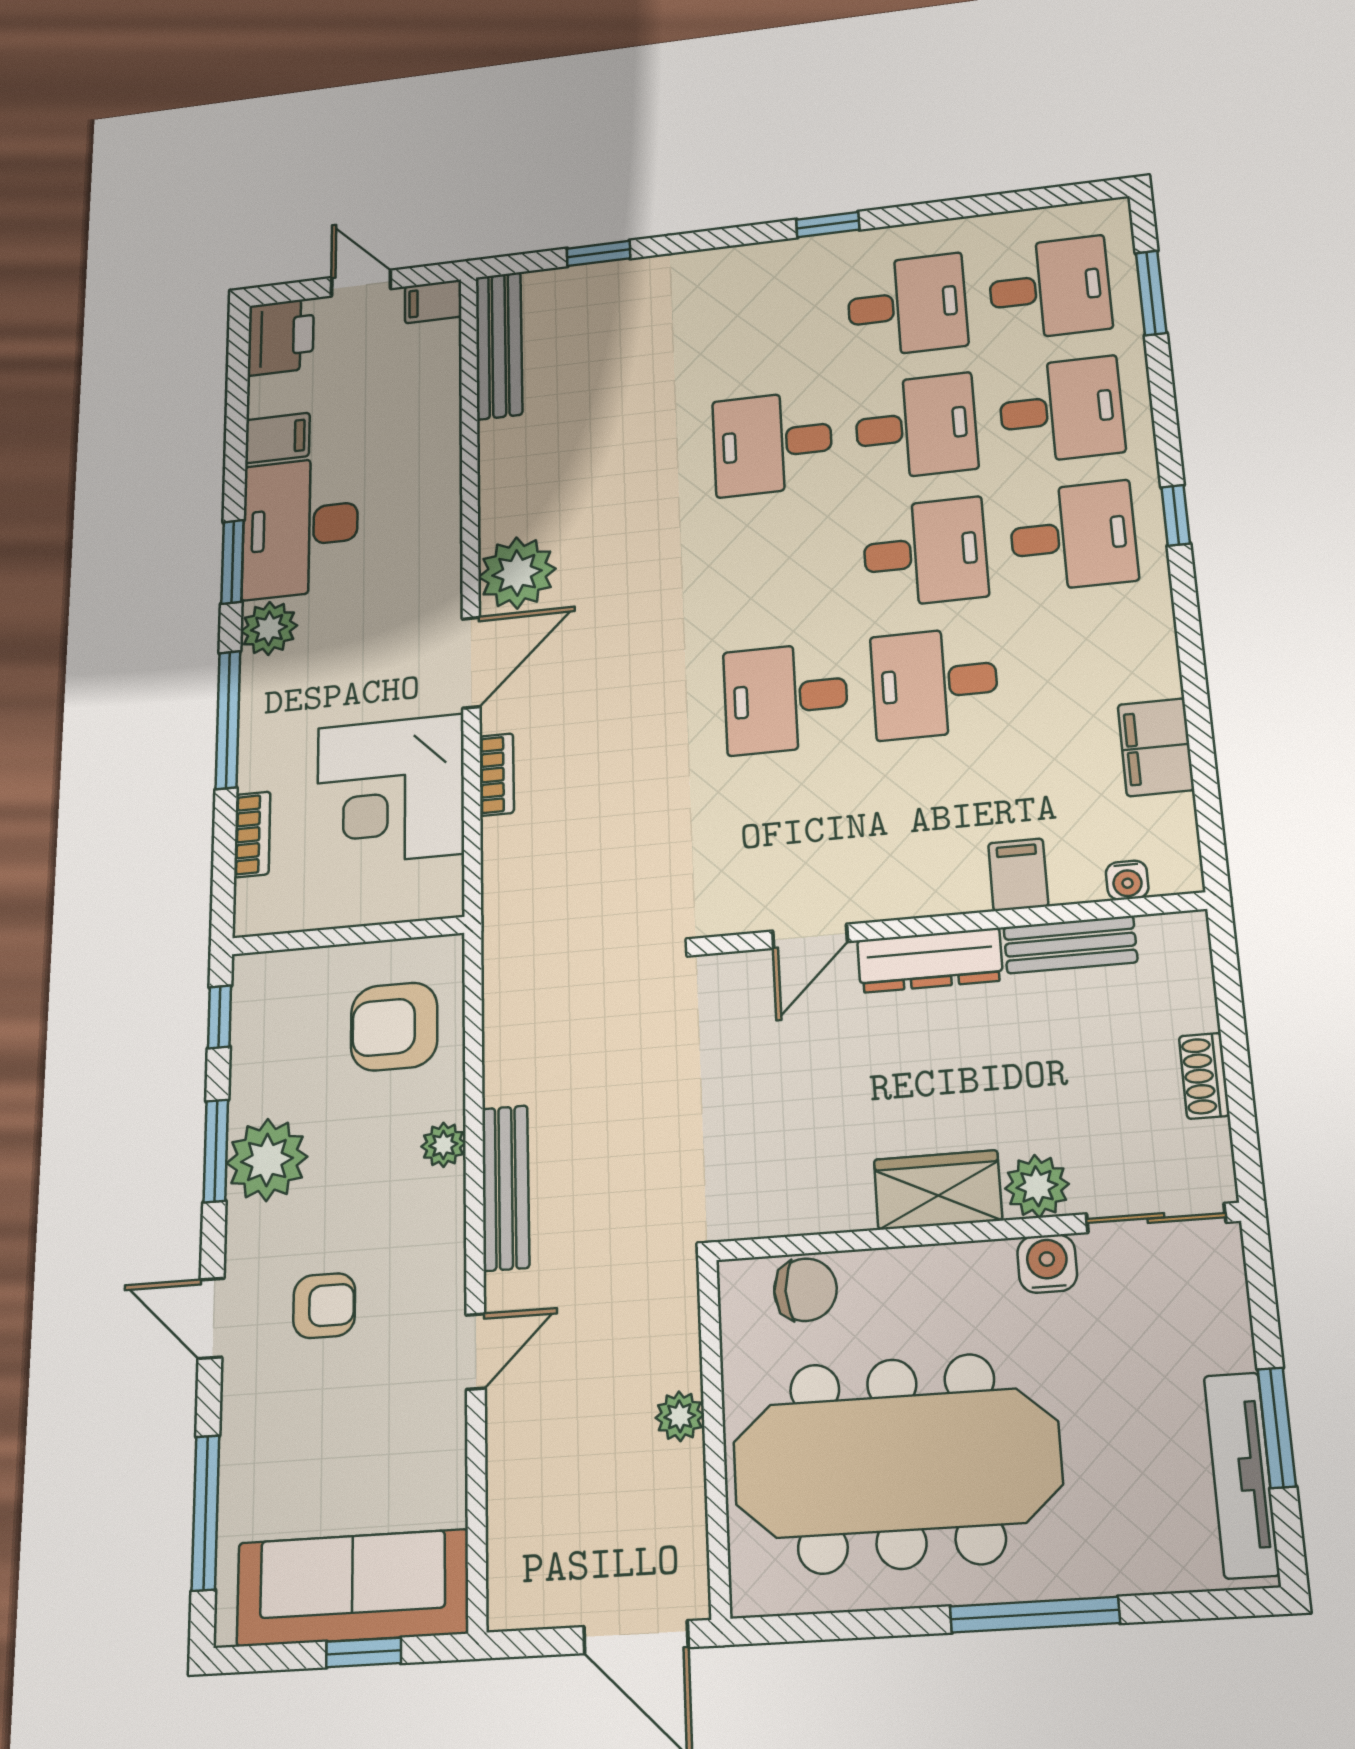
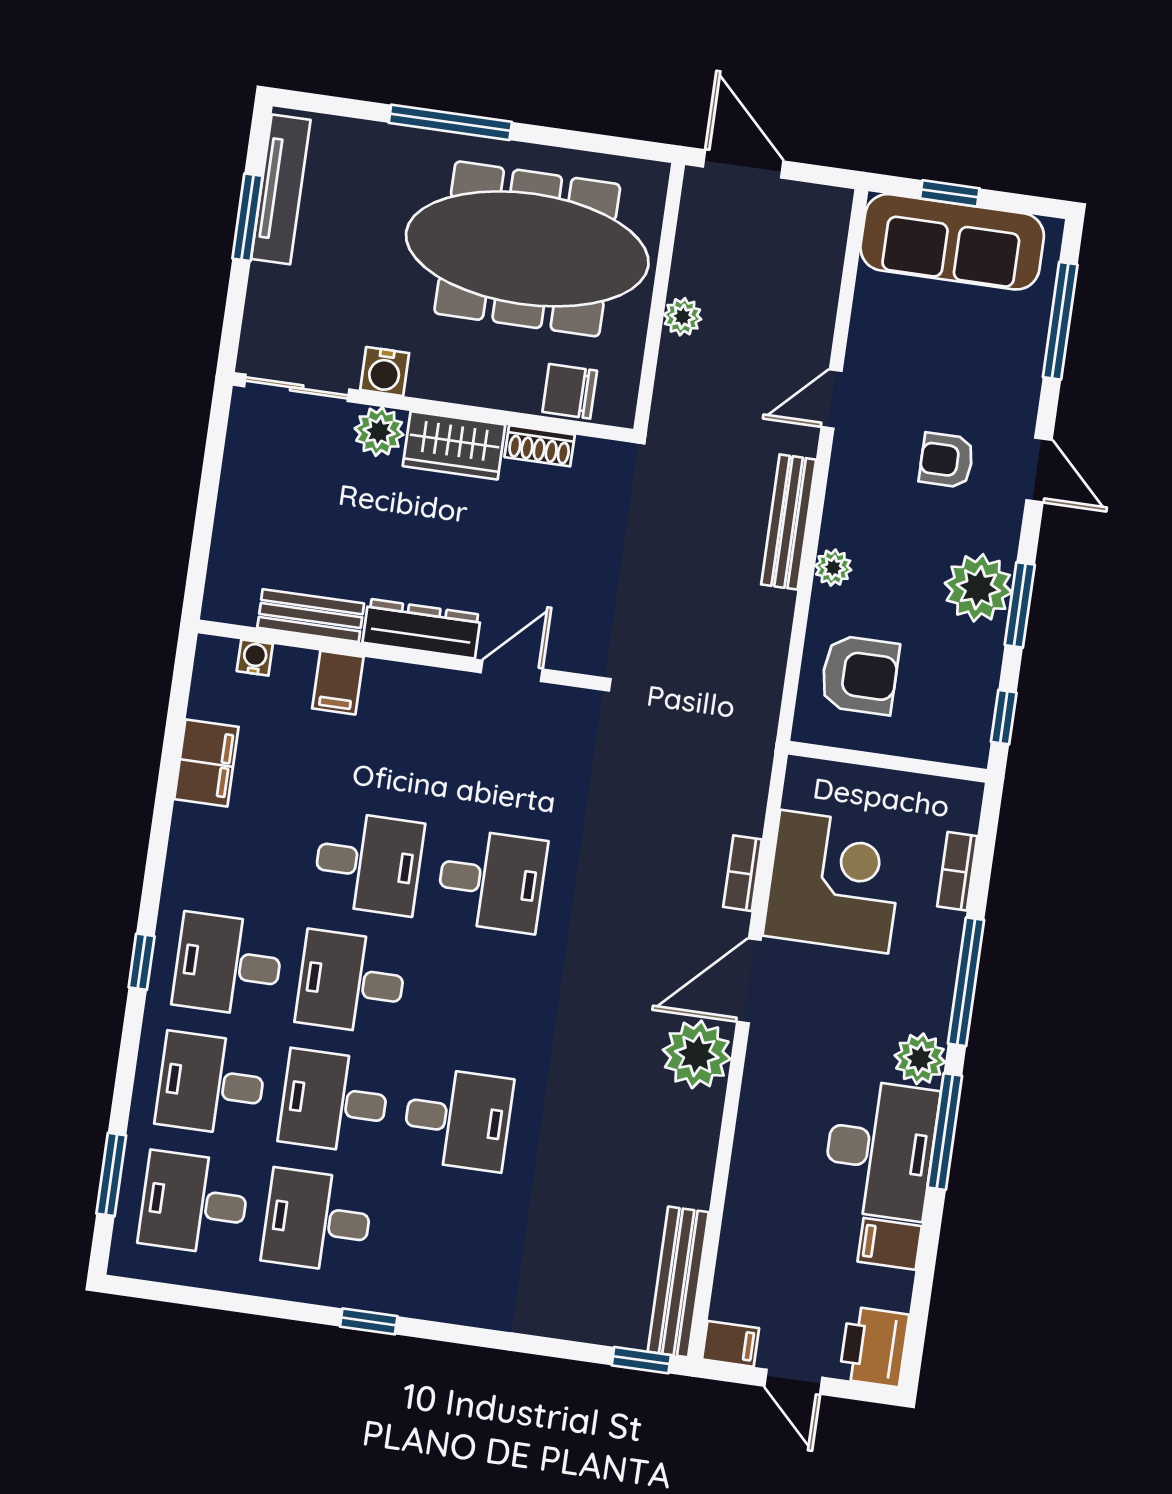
window: (598, 253) -> (641, 1360), moved
window: (232, 562) -> (945, 1132), width x1.44
shoe rack: (1204, 1076) -> (540, 446), moved, turned 90

